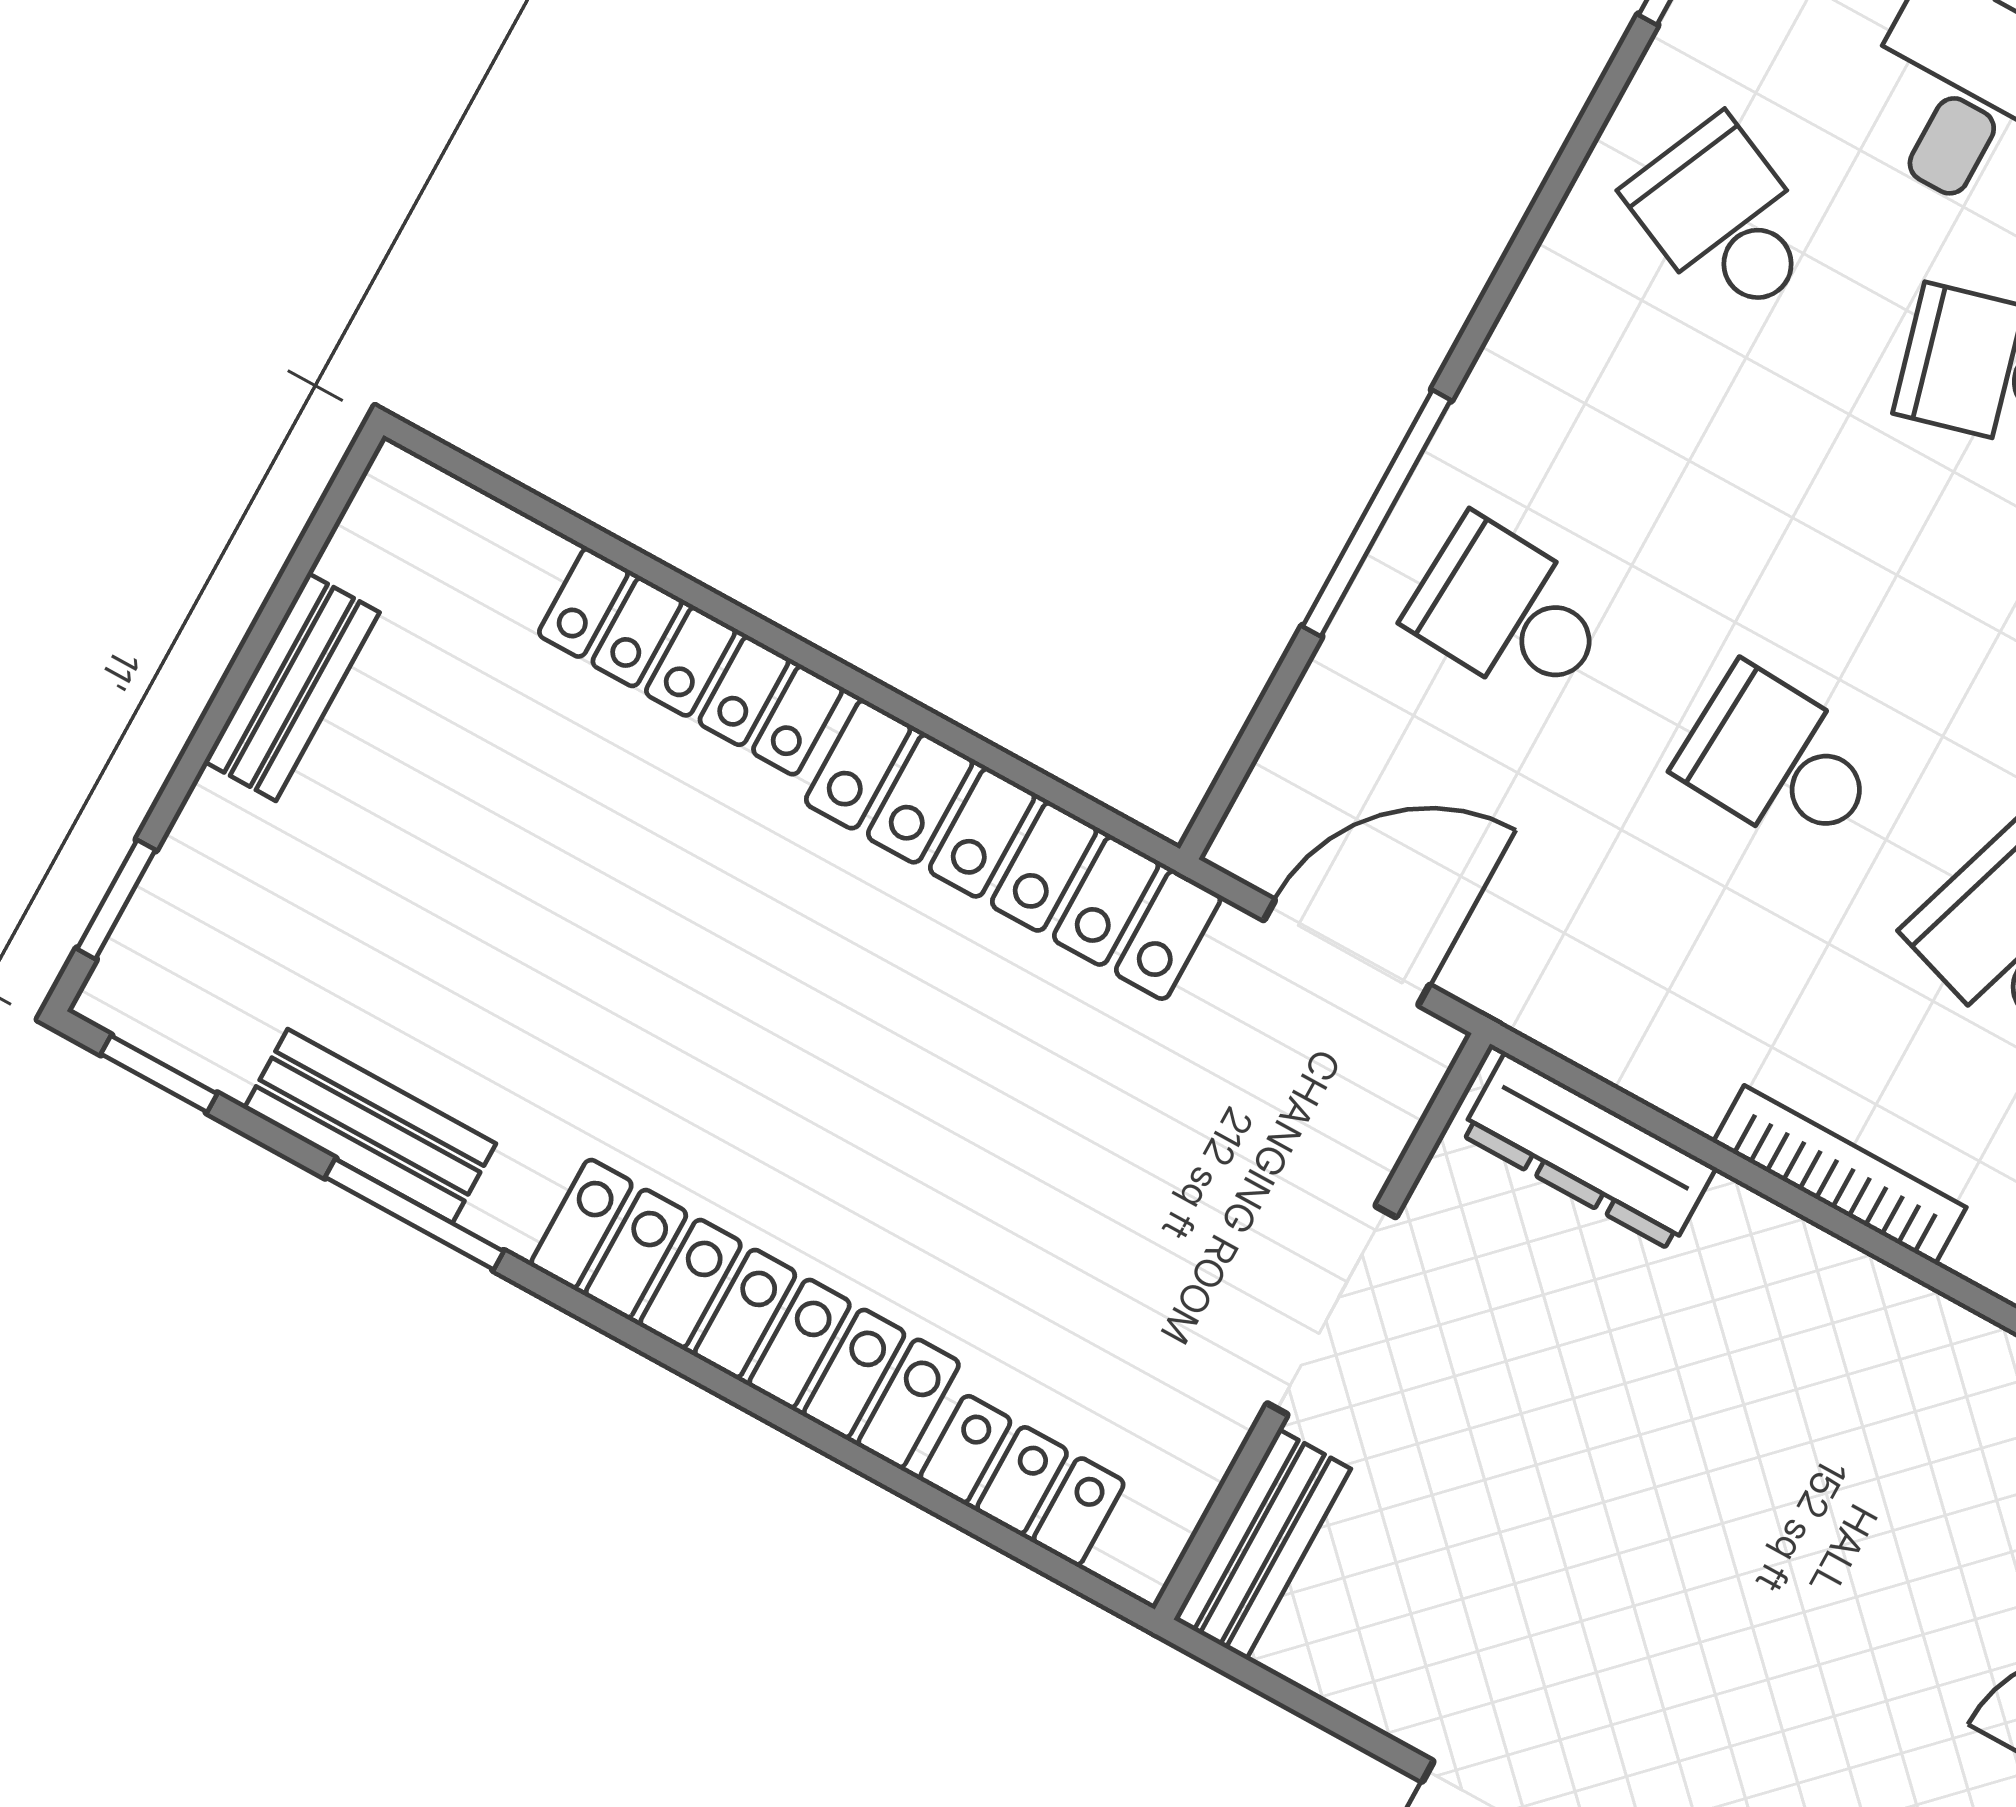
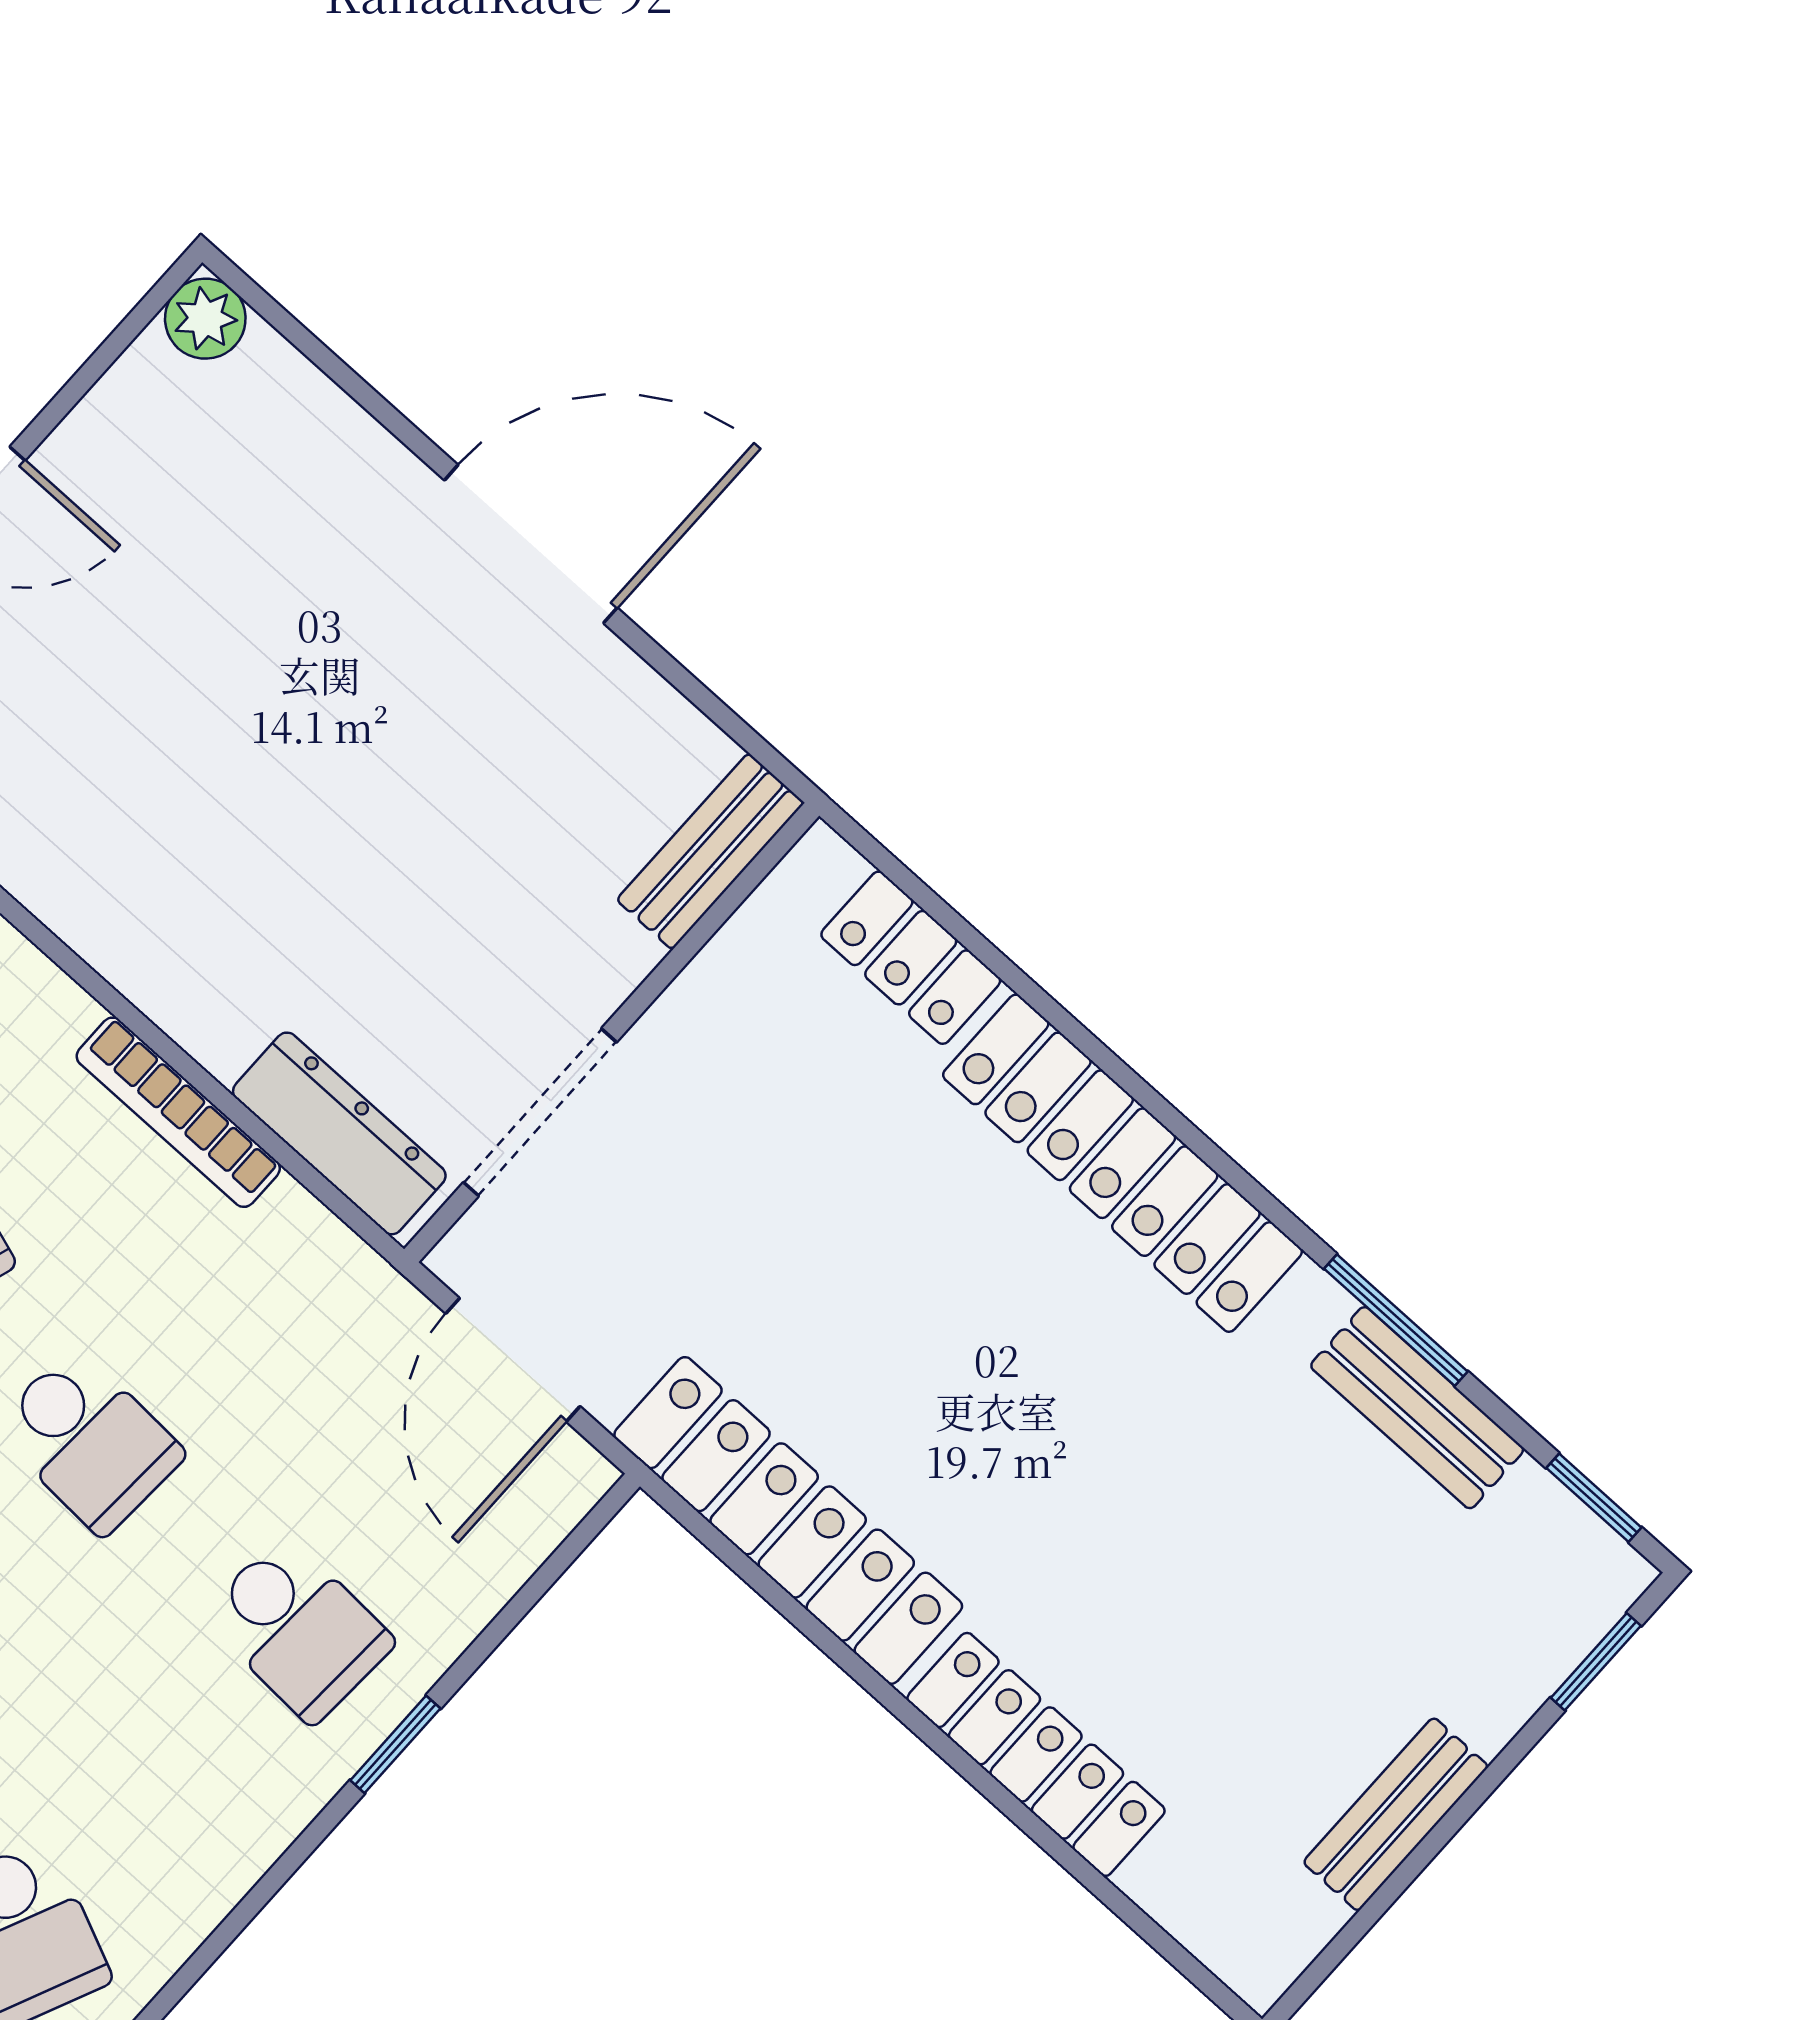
window: (1377, 513) -> (395, 1744), width x0.46
door: (1347, 953) -> (513, 1360), hinge flipped
bookcase: (1840, 1175) -> (178, 1112), moved
doorway: (1331, 1310) -> (540, 1112), moved

